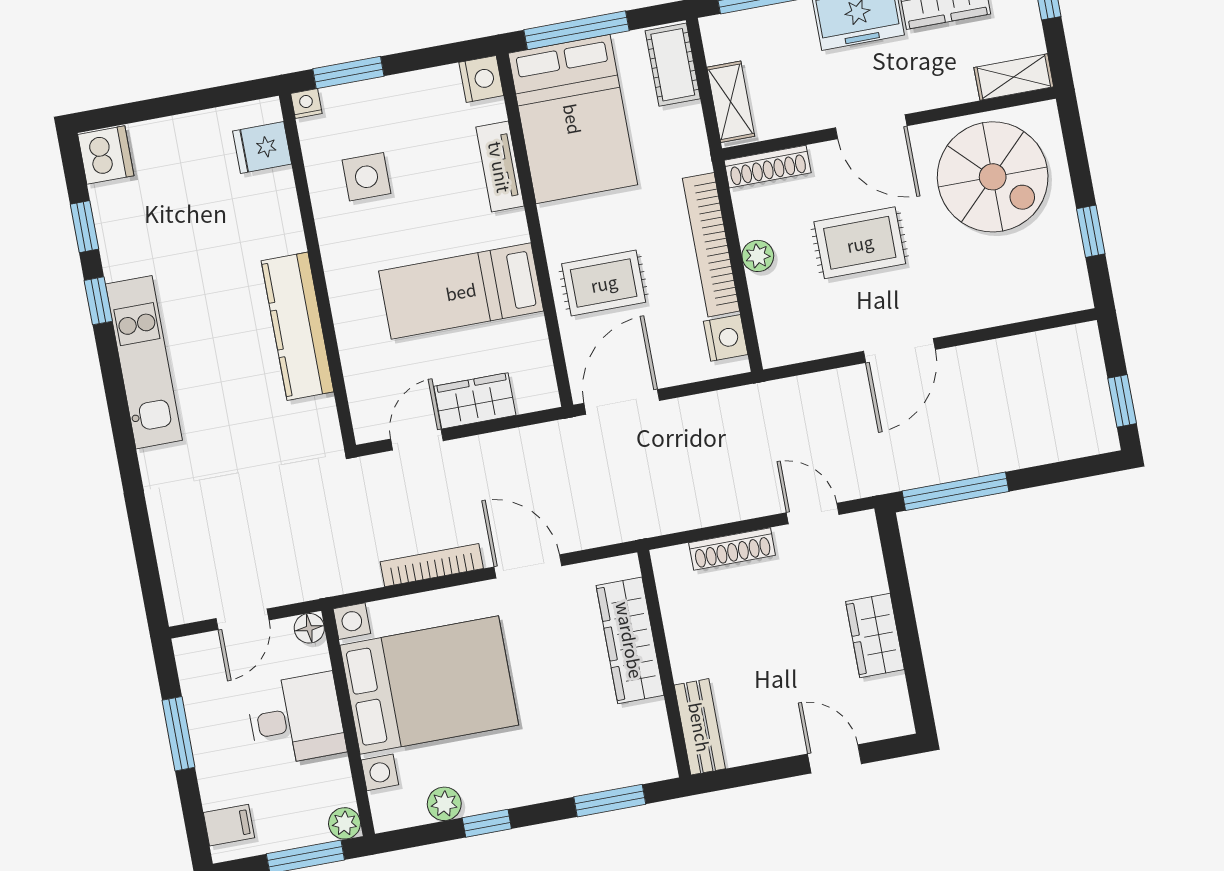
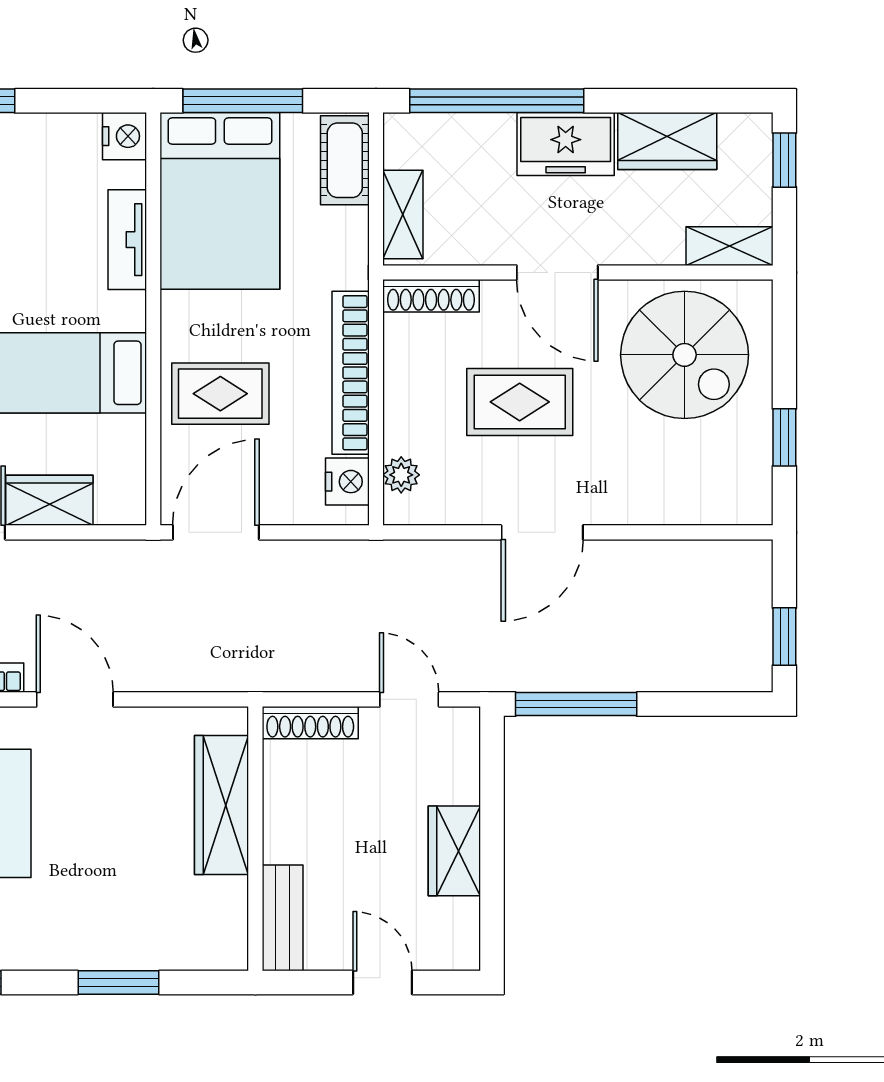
plant: (758, 256) -> (401, 475), moved
wardrobe: (630, 640) -> (221, 805), moved
wall: (664, 664) -> (255, 839), moved
bench: (700, 727) -> (283, 918), moved

